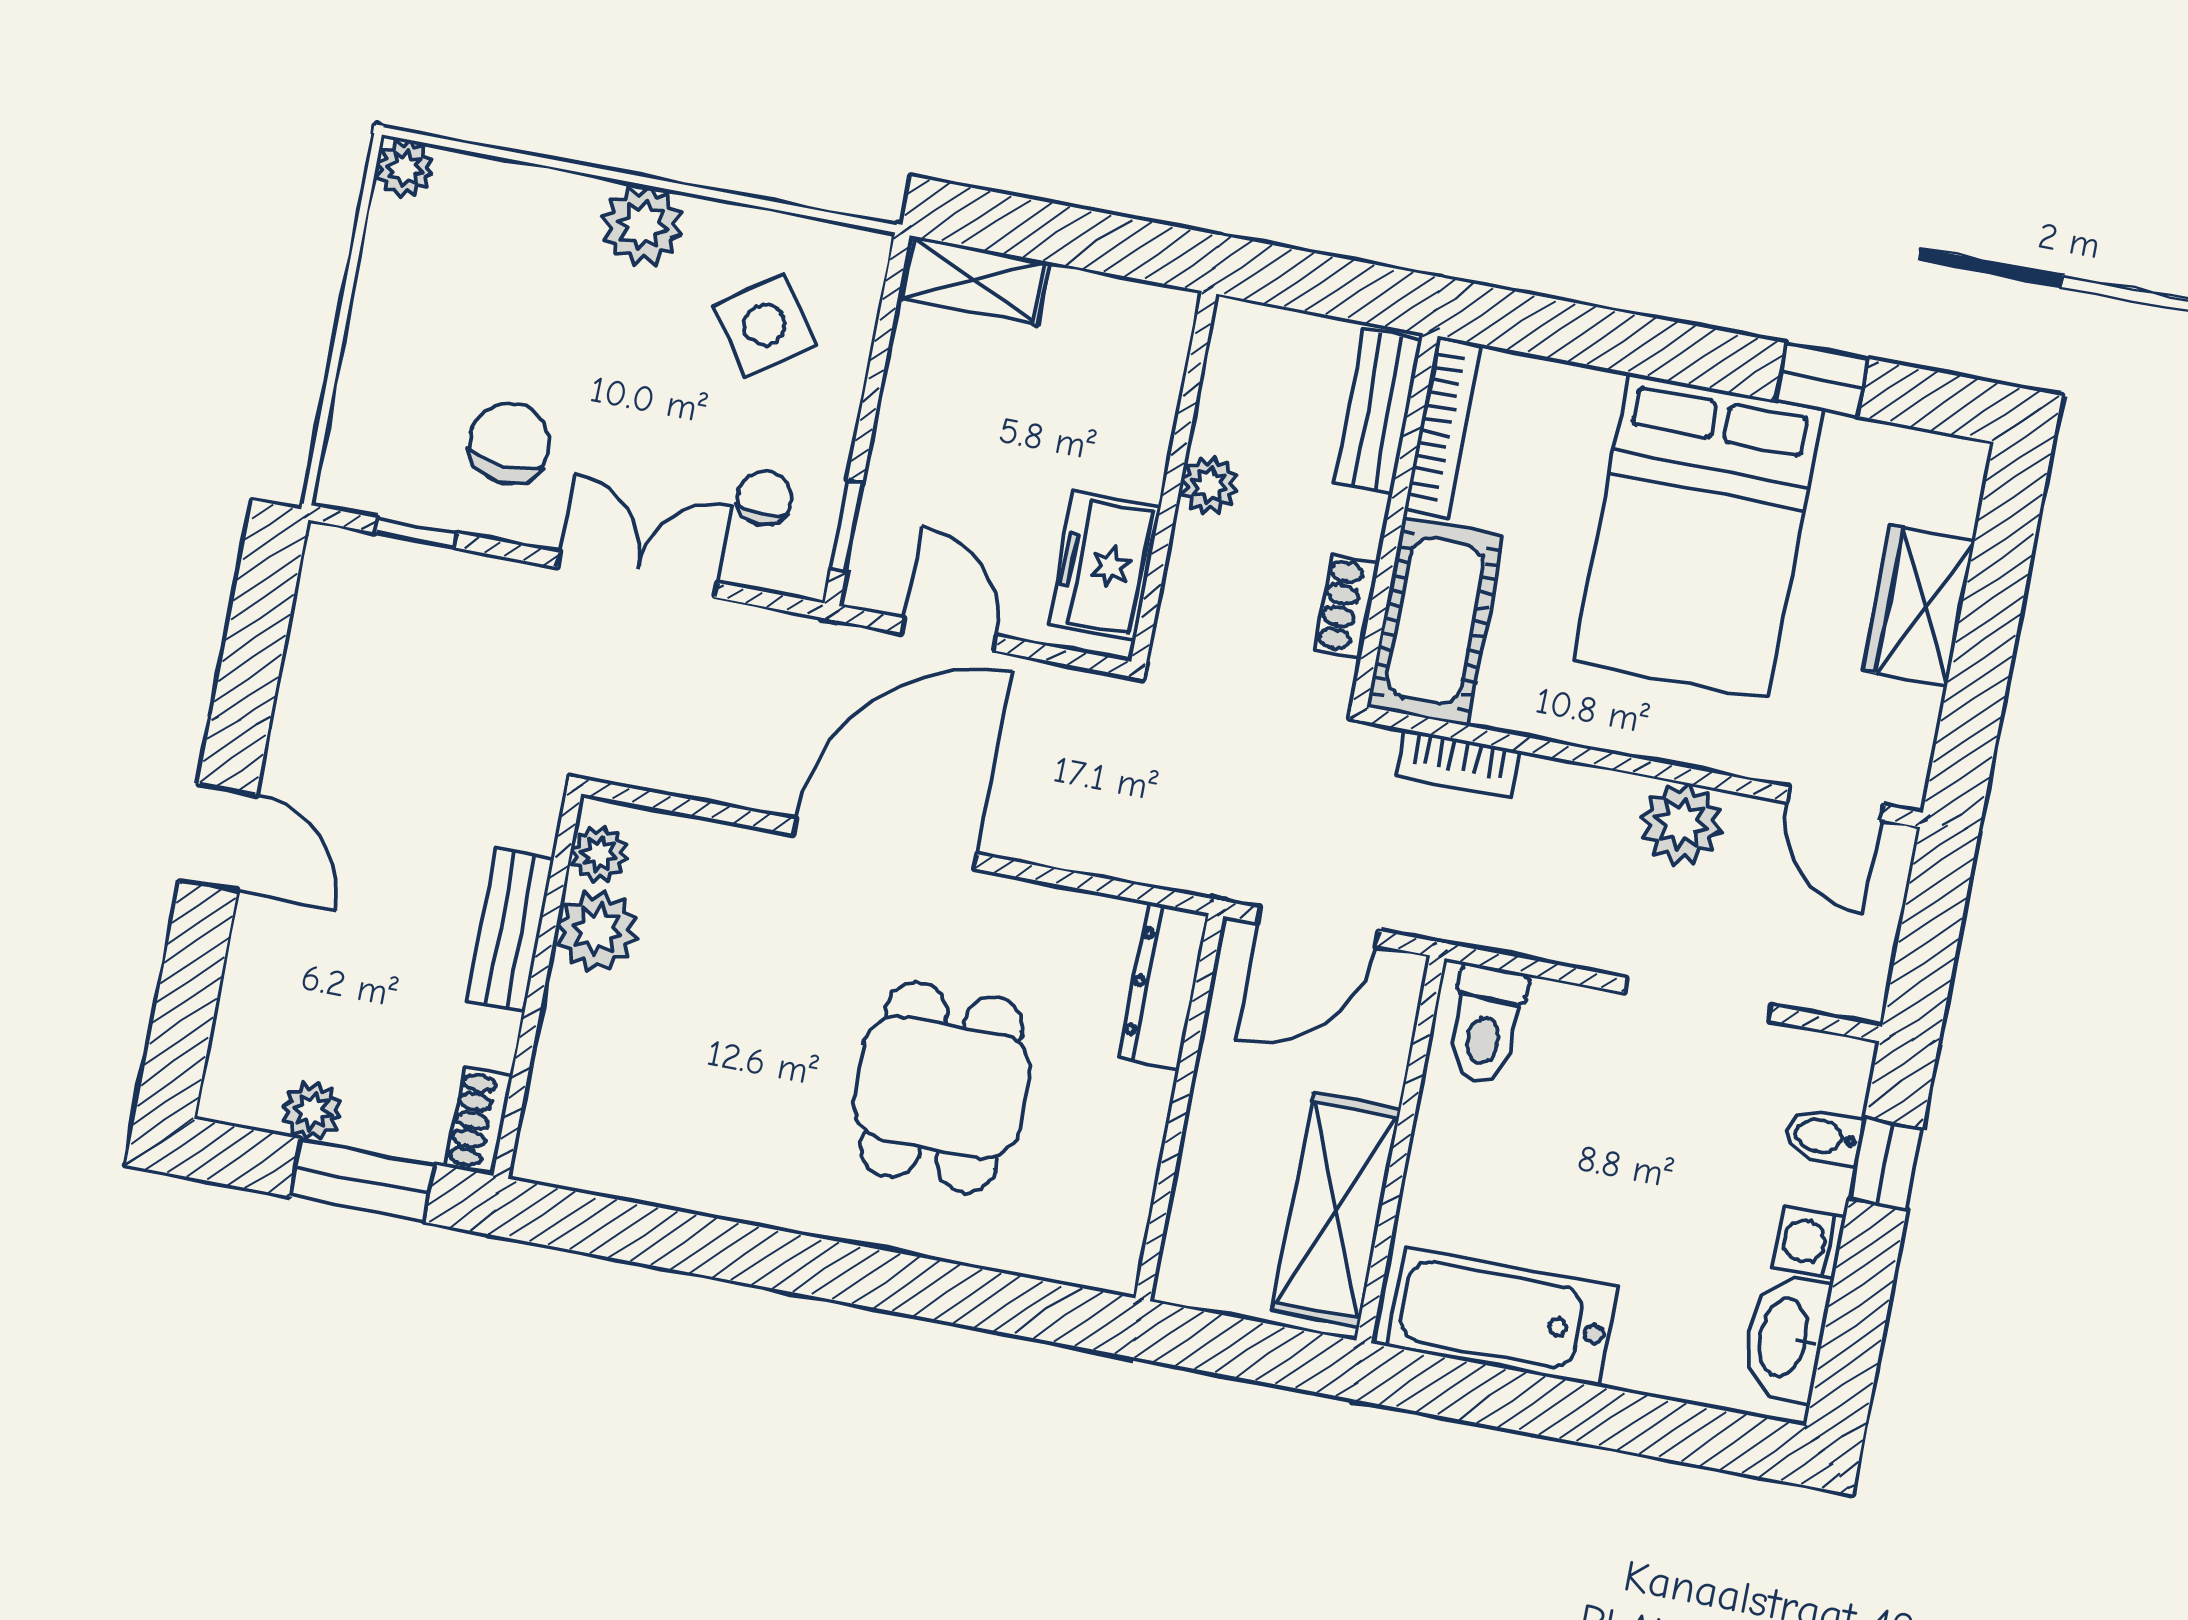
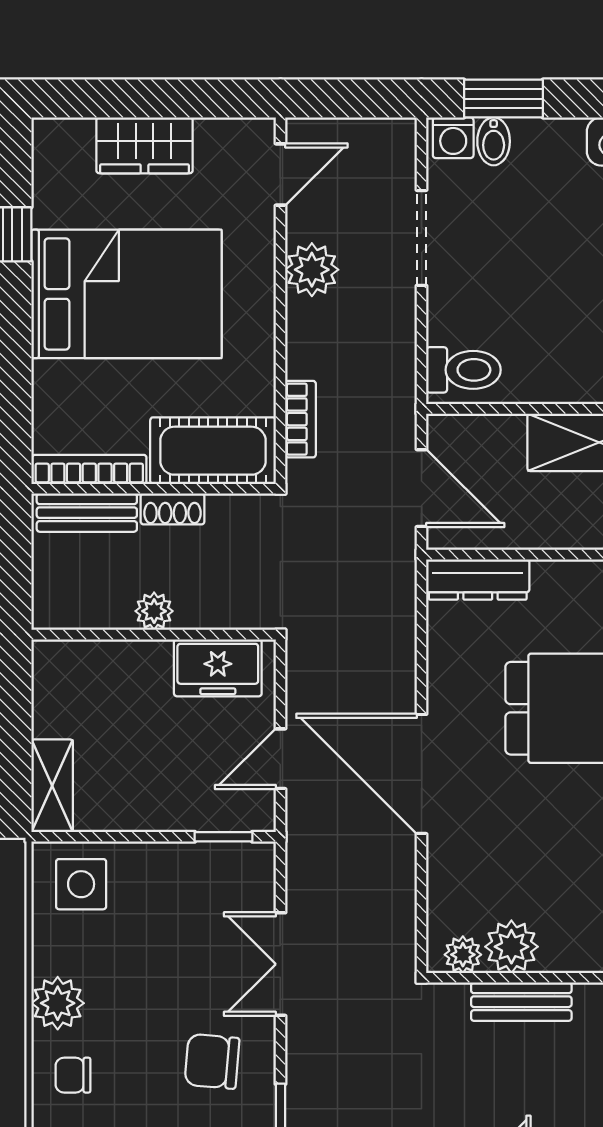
side table: (765, 325) -> (81, 884), moved, turned 35
chair: (764, 499) -> (73, 1075), moved
shoe rack: (1347, 607) -> (173, 509), moved
window: (1886, 1164) -> (503, 99), width x1.50
washing machine: (1809, 1242) -> (453, 138), moved

